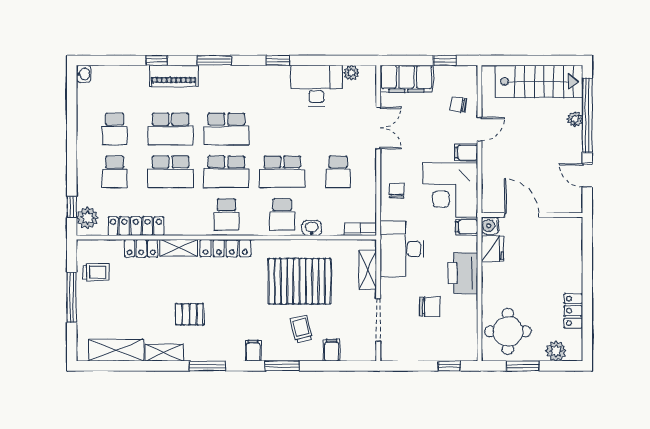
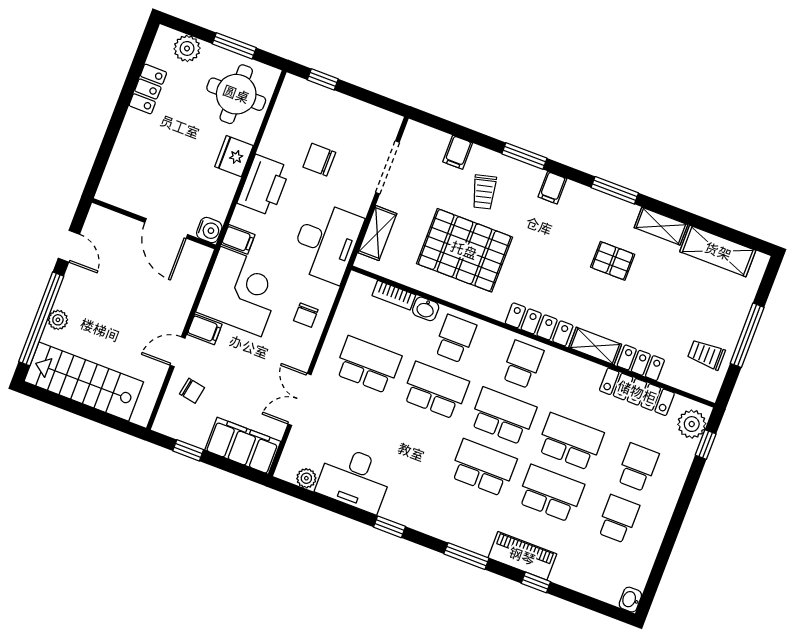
school desk: (338, 172) -> (368, 365), width x1.85
bookcase: (360, 229) -> (394, 295), moved
fridge: (492, 249) -> (234, 156), moved

